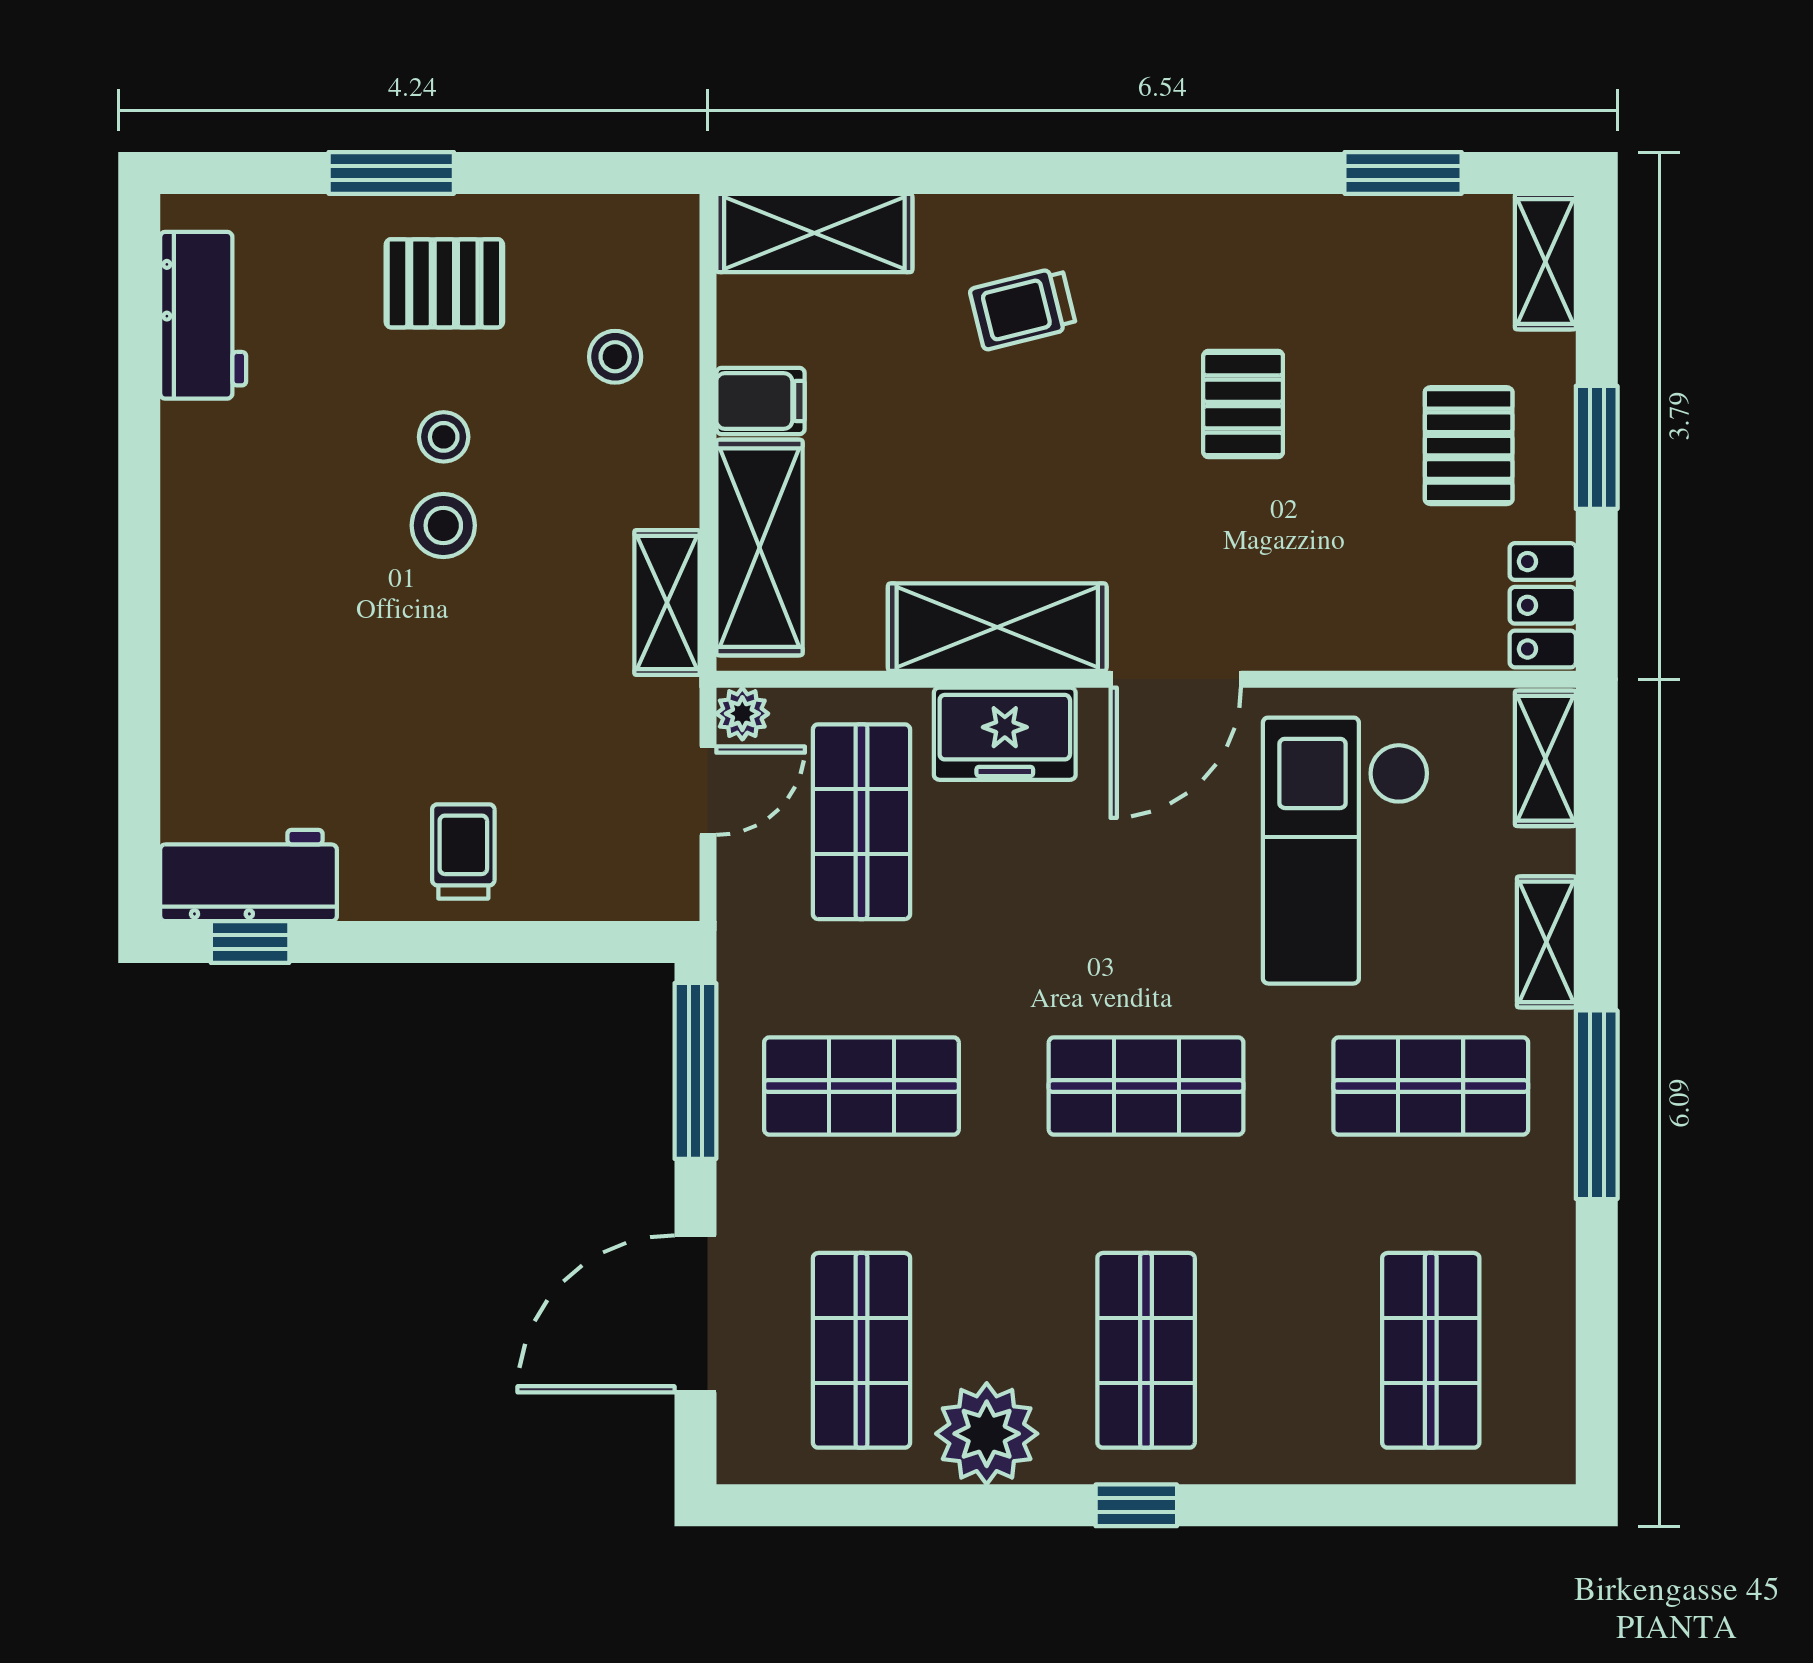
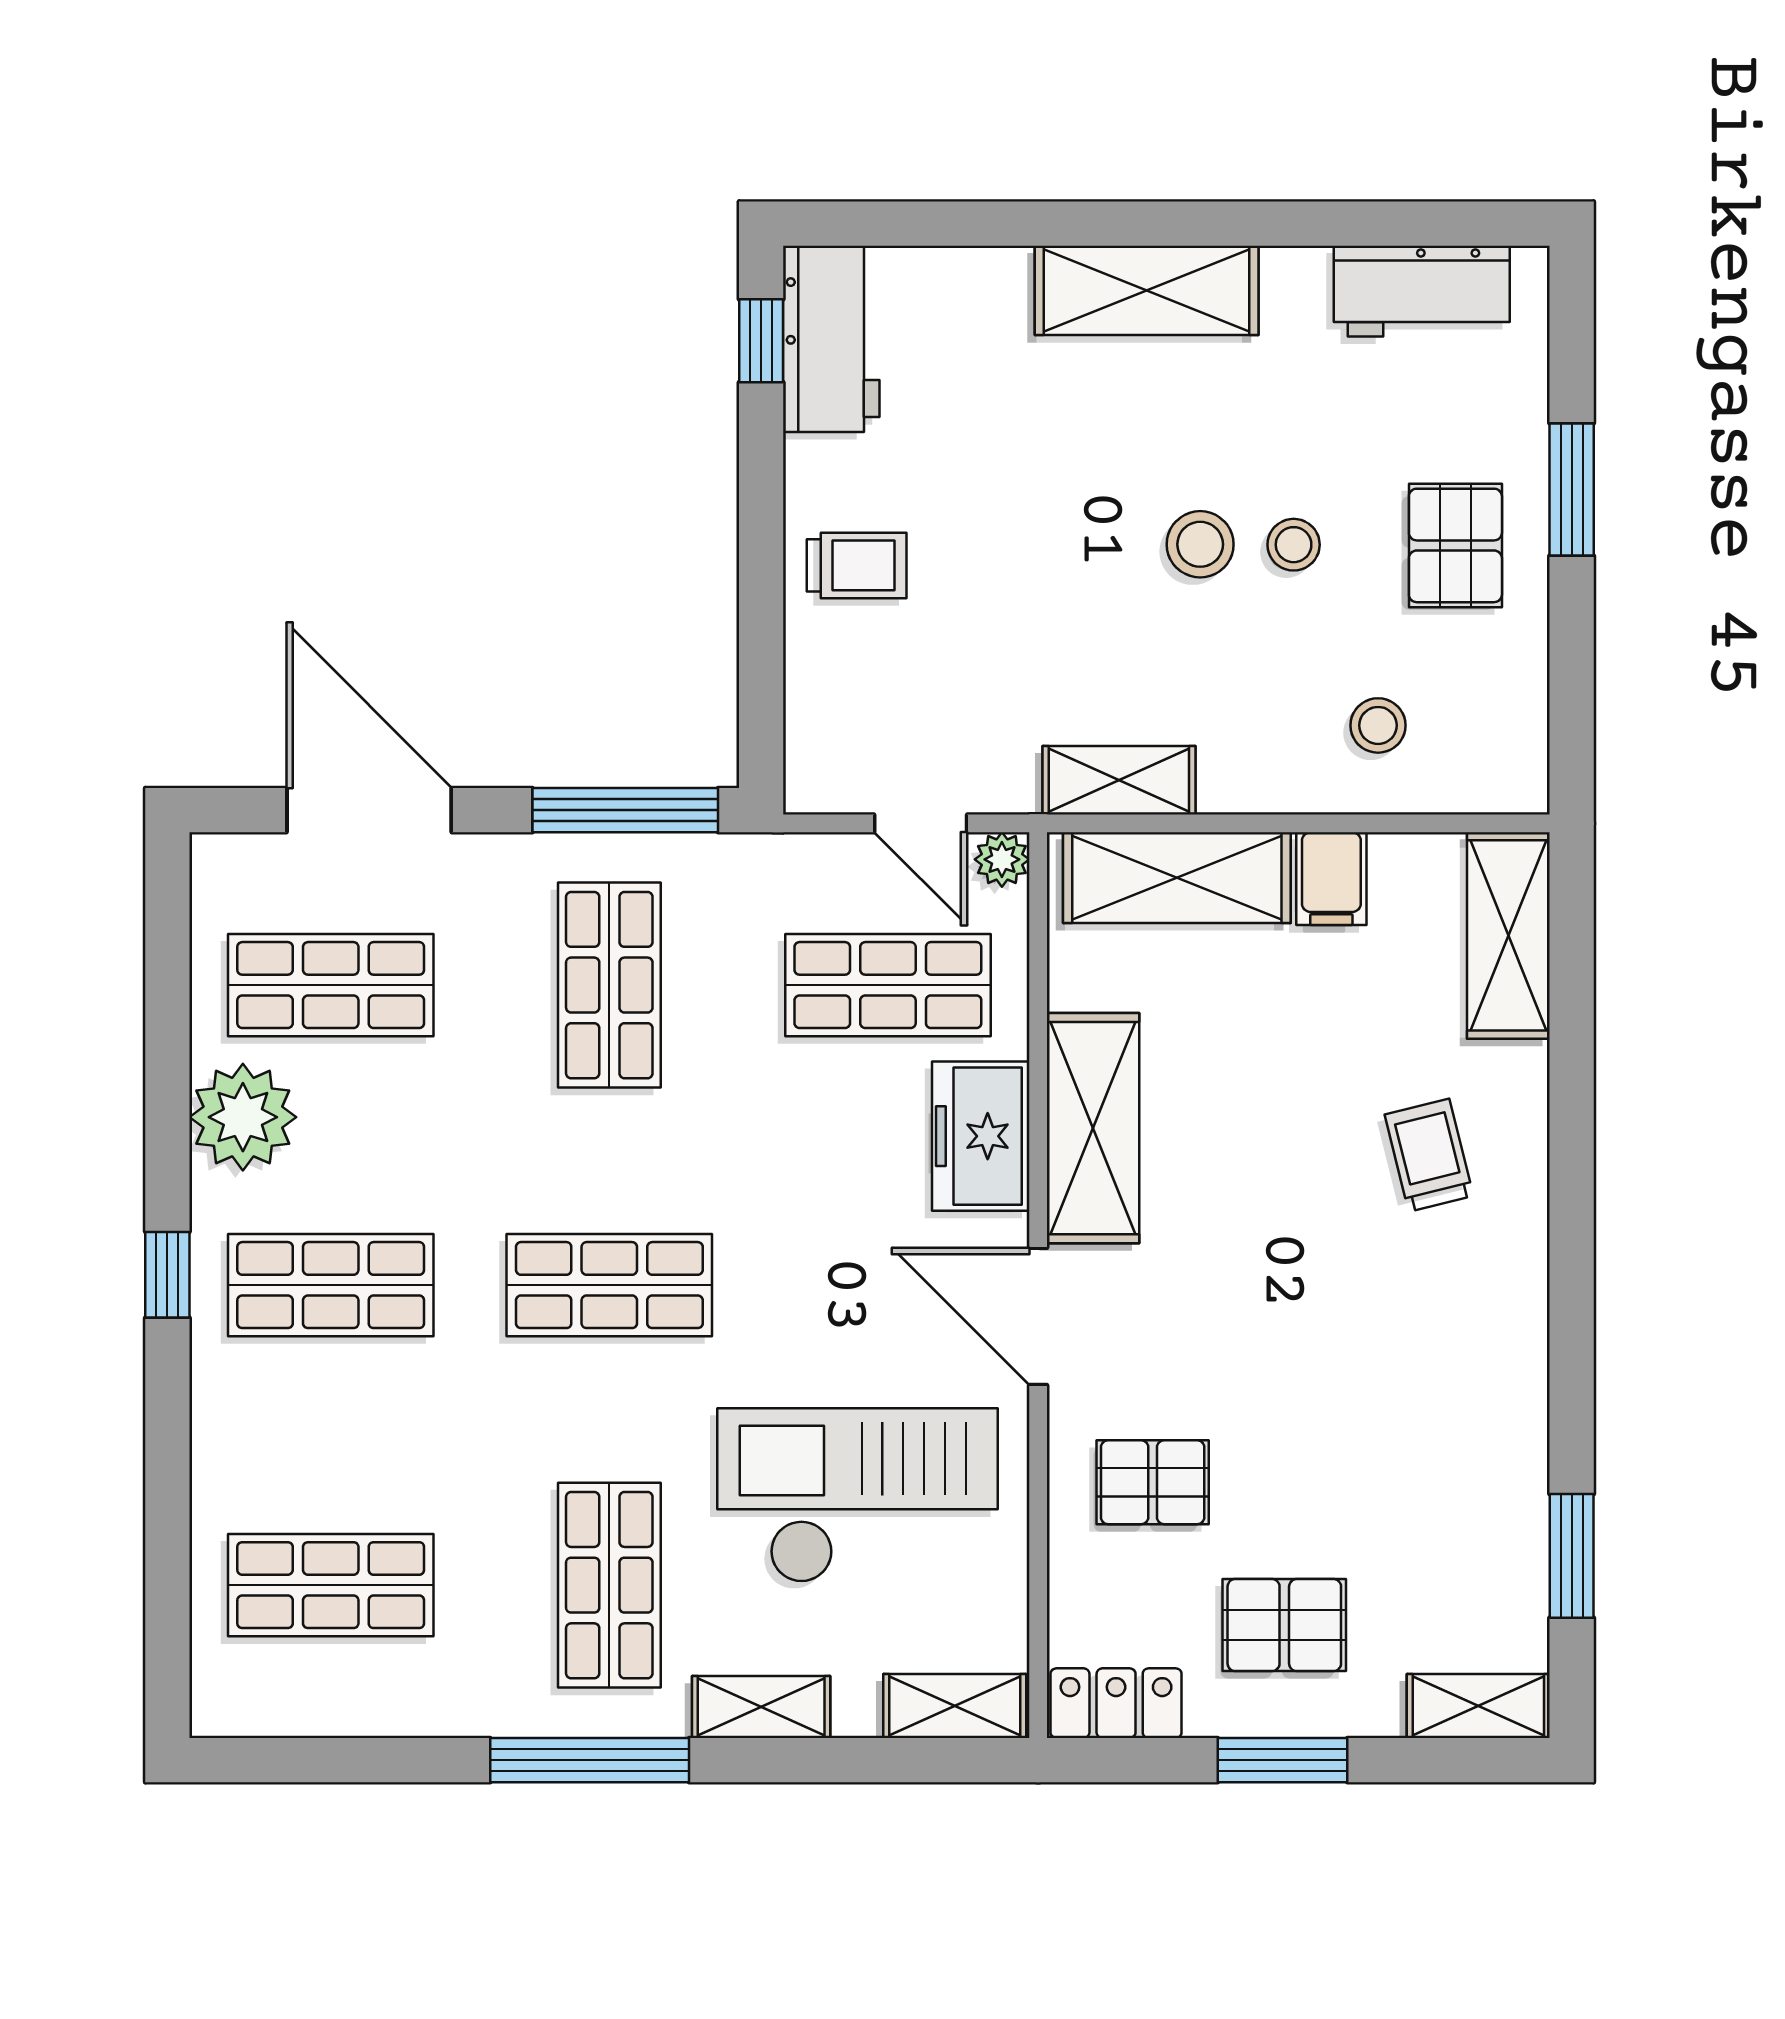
pallet: (1243, 404) -> (1153, 1482), moved
shelving: (202, 576) -> (1147, 290), added
shop shelf: (1146, 1086) -> (609, 1285), turned 90

